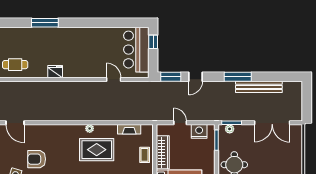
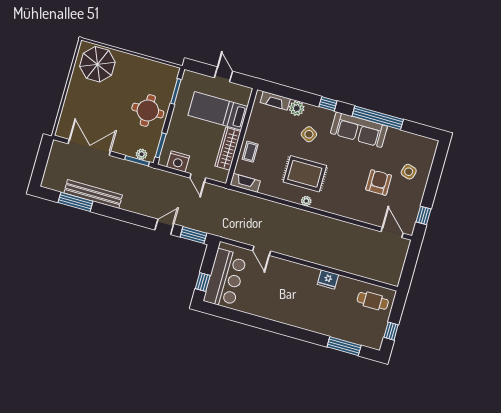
window: (45, 23) -> (344, 346), moved
window: (238, 77) -> (75, 202), moved
fireplace: (129, 129) -> (245, 183), moved
armchair: (37, 159) -> (379, 182), turned -90

